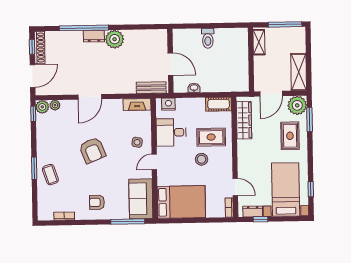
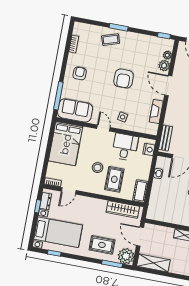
fireplace: (137, 104) -> (156, 112), moved
plant: (42, 107) -> (164, 66), moved
armchair: (92, 150) -> (124, 79), turned -68

